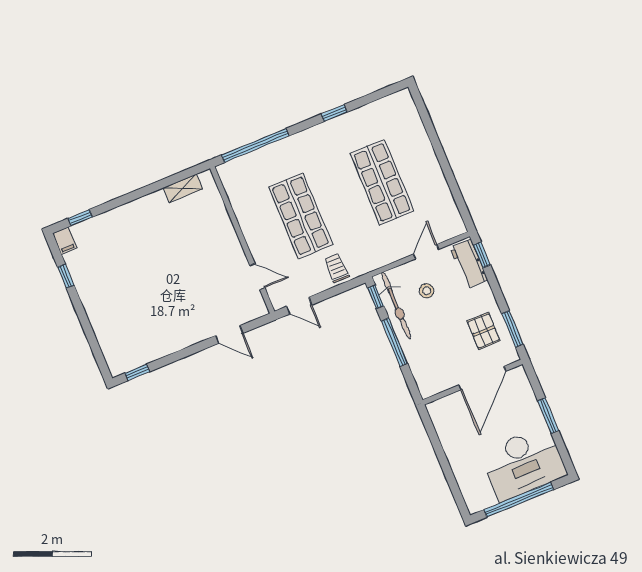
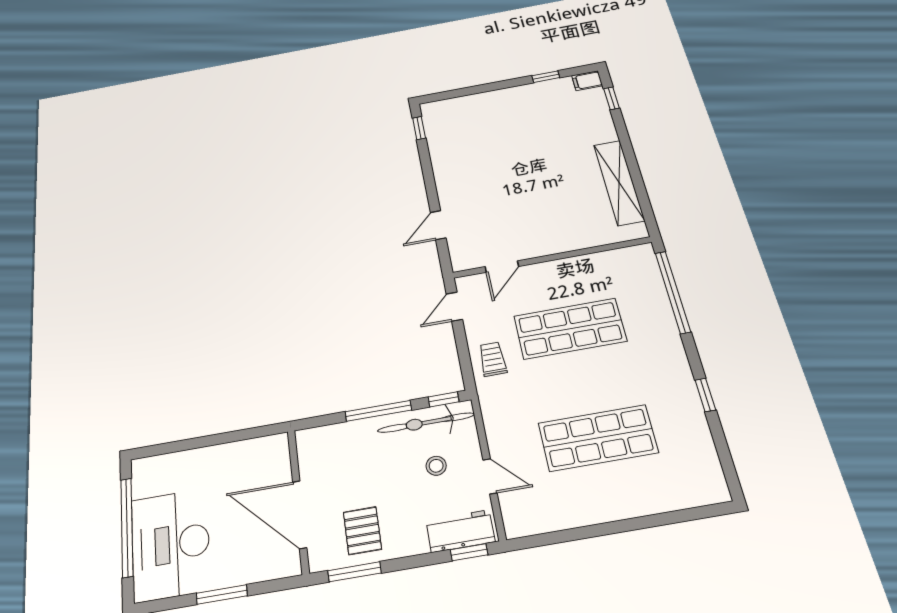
shelving: (183, 188) -> (619, 182), width x2.20, depth x1.33
trolley: (337, 268) -> (493, 359), turned -90
pallet: (484, 331) -> (362, 531), turned 90

